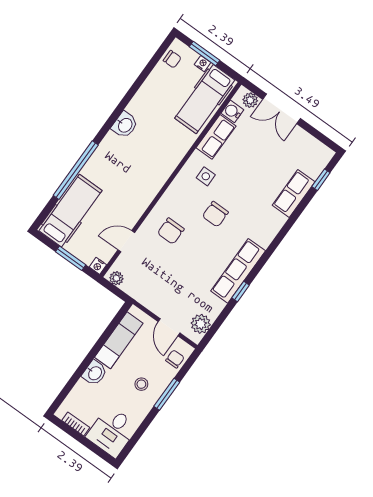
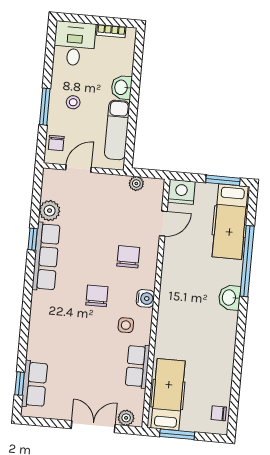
window: (204, 53) -> (177, 434), moved
nightstand: (202, 64) -> (189, 426), removed
water cooler: (232, 111) -> (145, 298), moved
washbasin: (125, 125) -> (230, 298), moved
row of seats: (294, 194) -> (34, 384), moved
window: (71, 258) -> (223, 180), moved
nightstand: (98, 266) -> (181, 192), width x1.89, depth x1.79
plant: (116, 278) -> (136, 184), moved
plant: (201, 324) -> (50, 211), moved
door: (169, 327) -> (78, 169), hinge flipped

